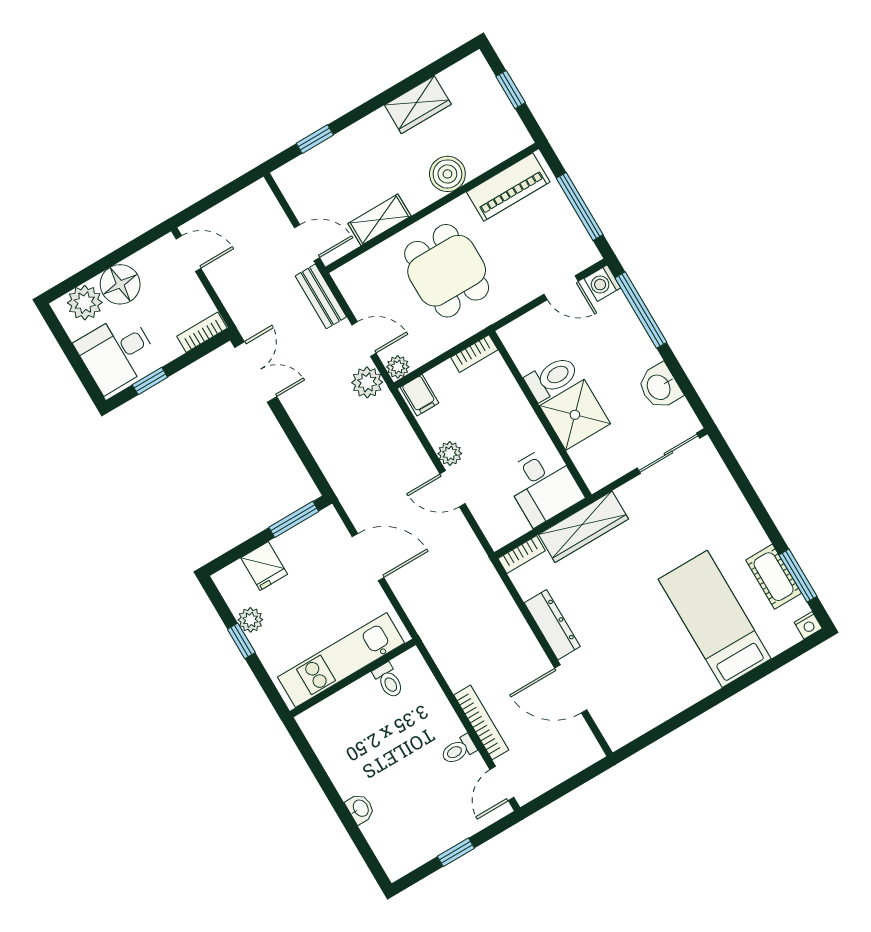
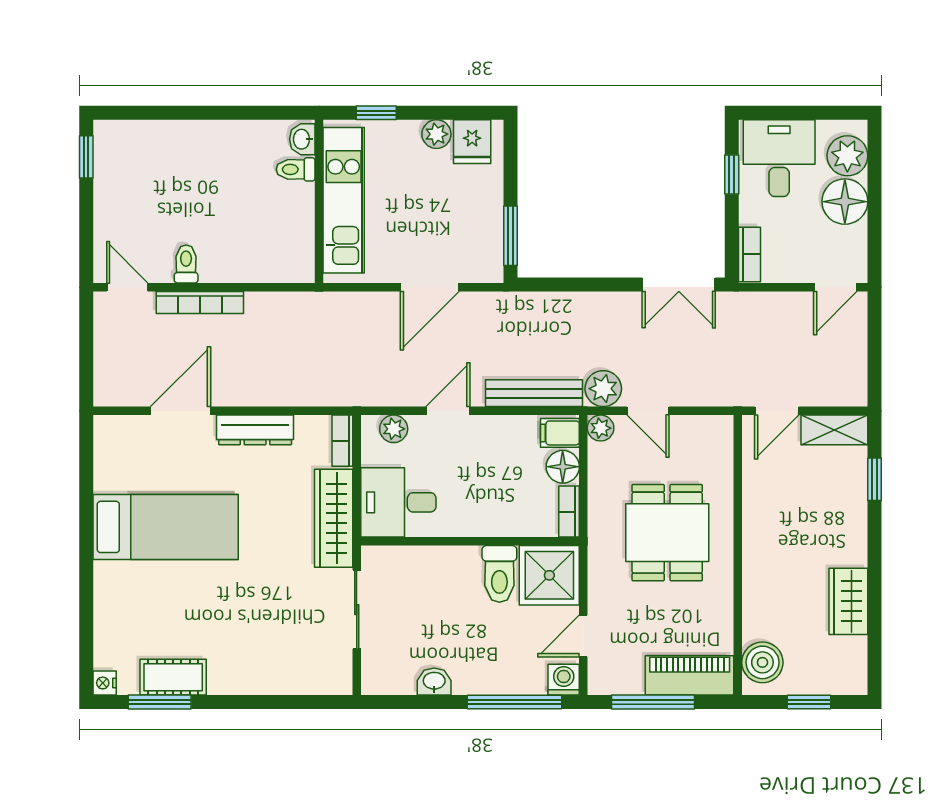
boiler: (447, 174) -> (762, 662), moved
piano: (508, 187) -> (690, 675), moved, turned 90
shelving: (379, 220) -> (834, 430), moved, turned 90
dining table: (447, 271) -> (667, 533), turned 90
bench: (321, 296) -> (534, 393), moved, width x1.36
door: (364, 339) -> (648, 411), hinge flipped
floor lamp: (444, 378) -> (563, 467), added
washbasin: (660, 387) -> (434, 682), width x0.72, depth x0.69
shower: (575, 415) -> (549, 575), moved
plant: (450, 453) -> (394, 429), moved
sliding door: (668, 453) -> (357, 610), moved
fridge: (264, 566) -> (472, 142), moved, turned -90
bed: (715, 619) -> (166, 527), moved
window: (241, 641) -> (376, 113), moved
toilet: (388, 681) -> (296, 169), moved
washbasin: (360, 809) -> (302, 139), moved, turned 90
window: (456, 852) -> (86, 157), moved

